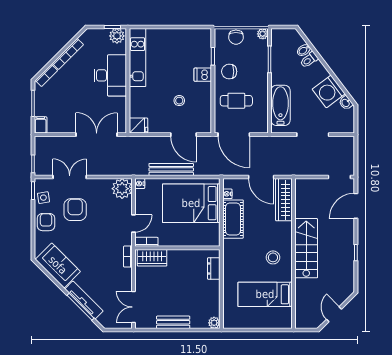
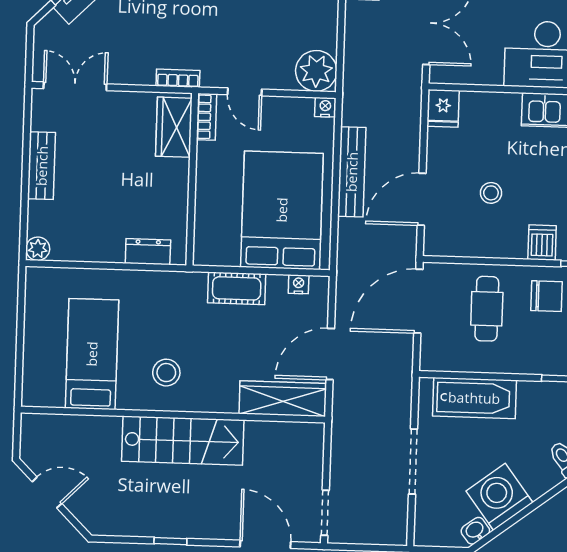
chair: (229, 72) -> (547, 296), turned 90
cot: (233, 219) -> (237, 288), width x0.73, depth x0.75

